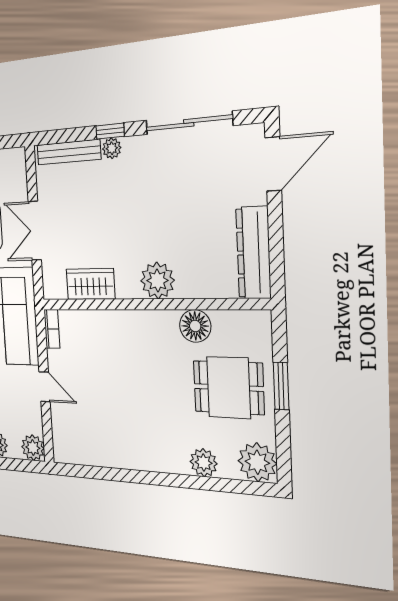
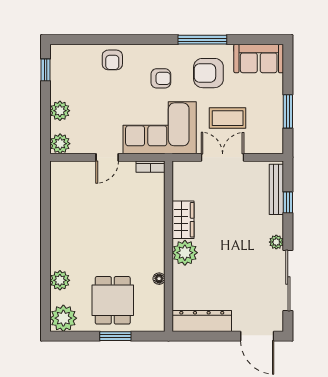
window: (110, 131) -> (288, 202), moved
plant: (112, 148) -> (276, 242), moved
wardrobe: (90, 284) -> (183, 220), moved
floor lamp: (195, 326) -> (159, 279), width x0.53, depth x0.53

